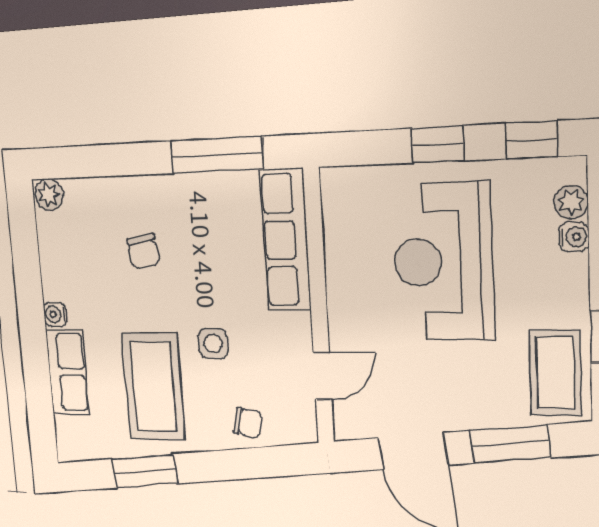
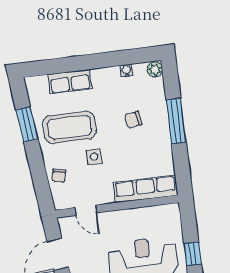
window: (217, 155) -> (176, 121), moved
water cooler: (55, 314) -> (126, 71), moved

